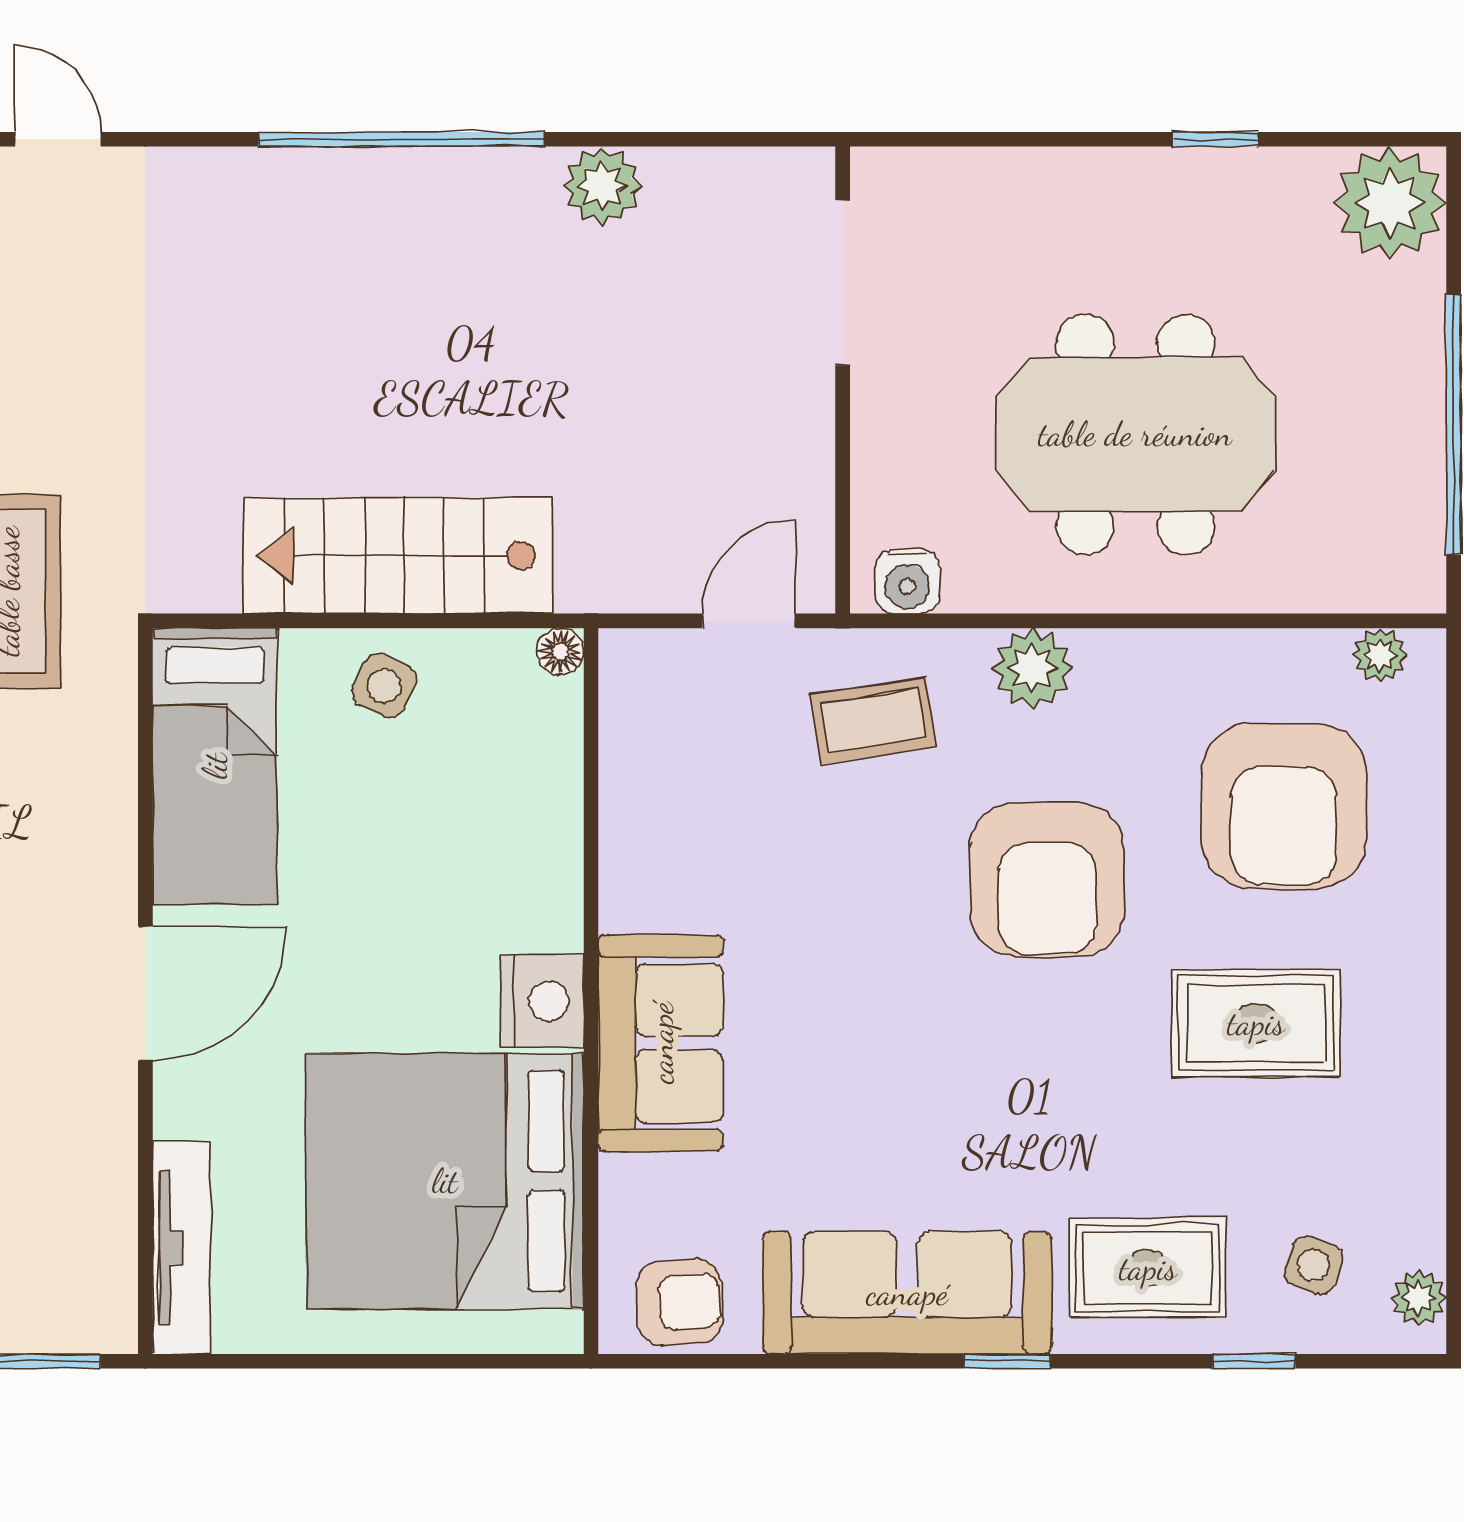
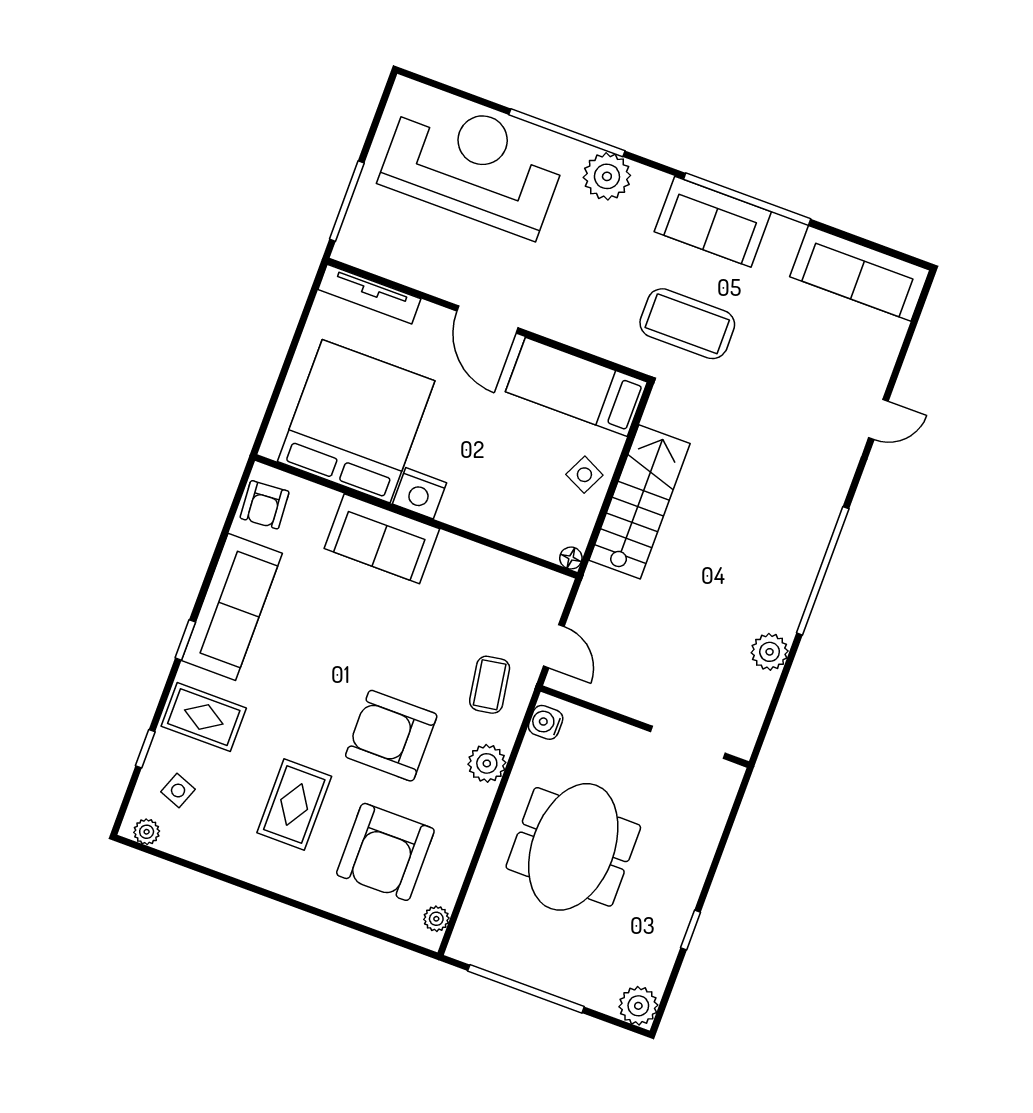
plant: (1390, 203) -> (638, 1006), width x0.73, depth x0.73
armchair: (1284, 806) -> (385, 852), turned -90
rug: (1148, 1268) -> (204, 717), turned 90

